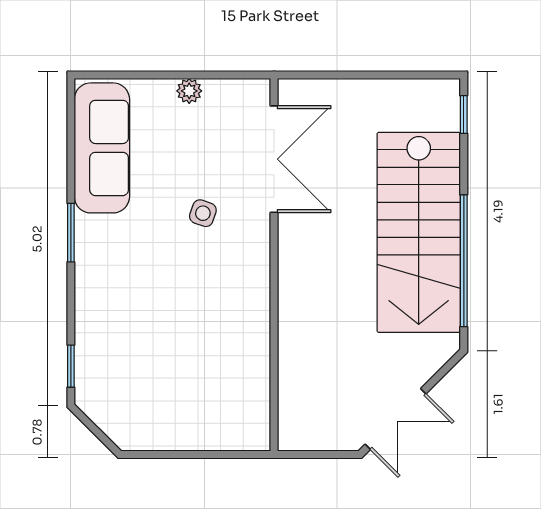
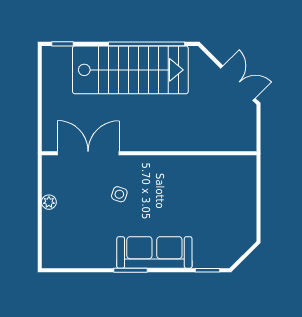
sofa: (102, 148) -> (154, 252), moved

